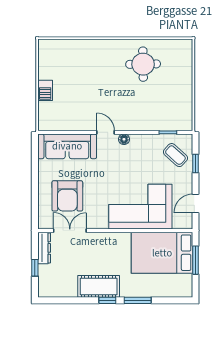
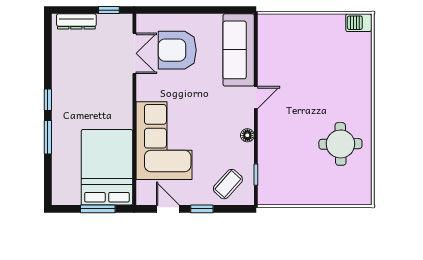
barbecue: (45, 90) -> (359, 23), moved
floor lamp: (124, 139) -> (247, 135), moved
window: (195, 164) -> (202, 209), moved
dresser: (44, 248) -> (76, 21), moved
window: (35, 268) -> (109, 10), moved
cot: (99, 286) -> (65, 89), removed

